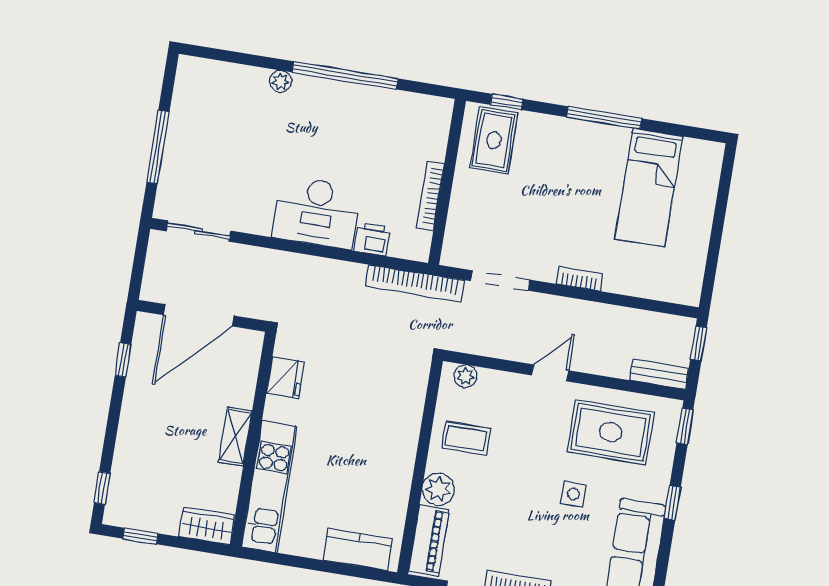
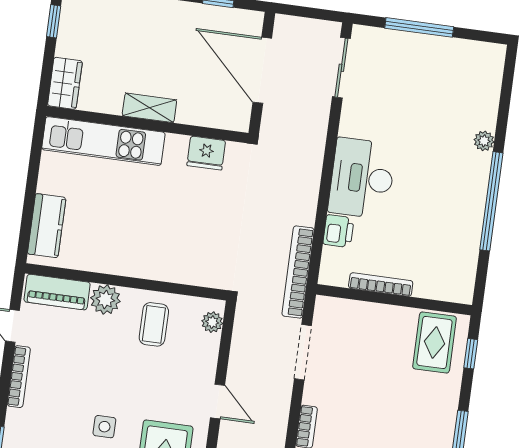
rug: (494, 140) -> (434, 342), turned 90

